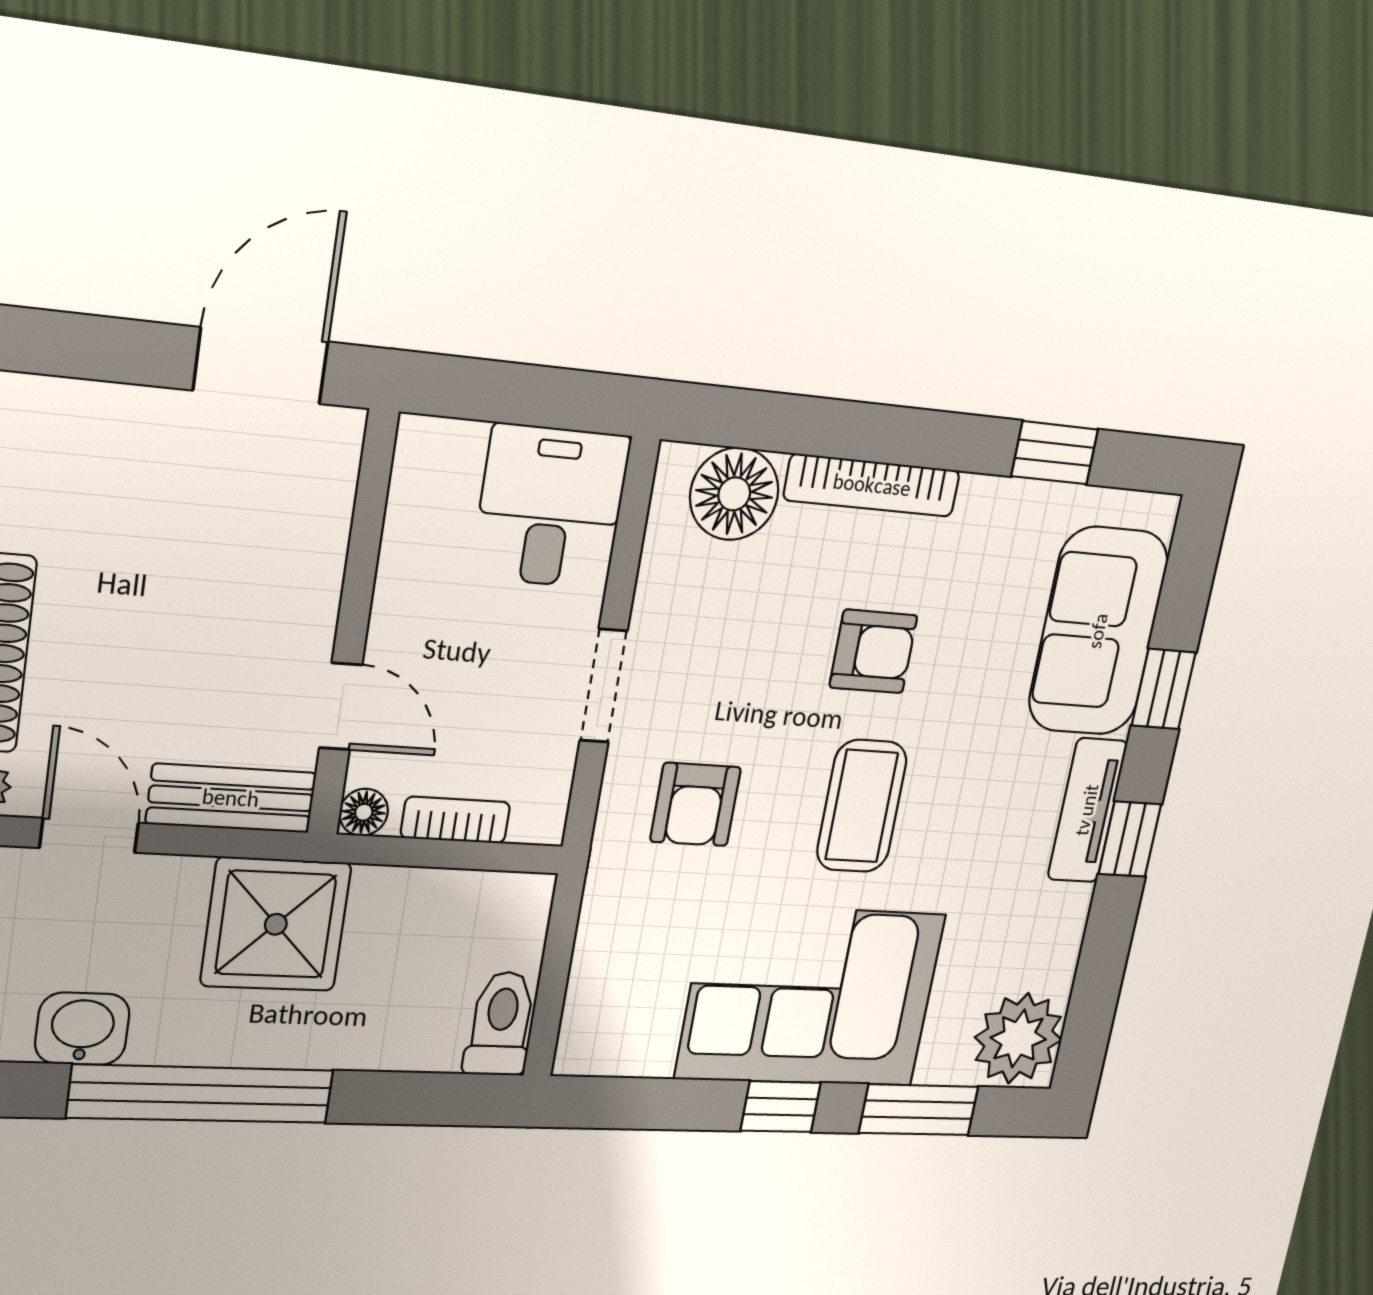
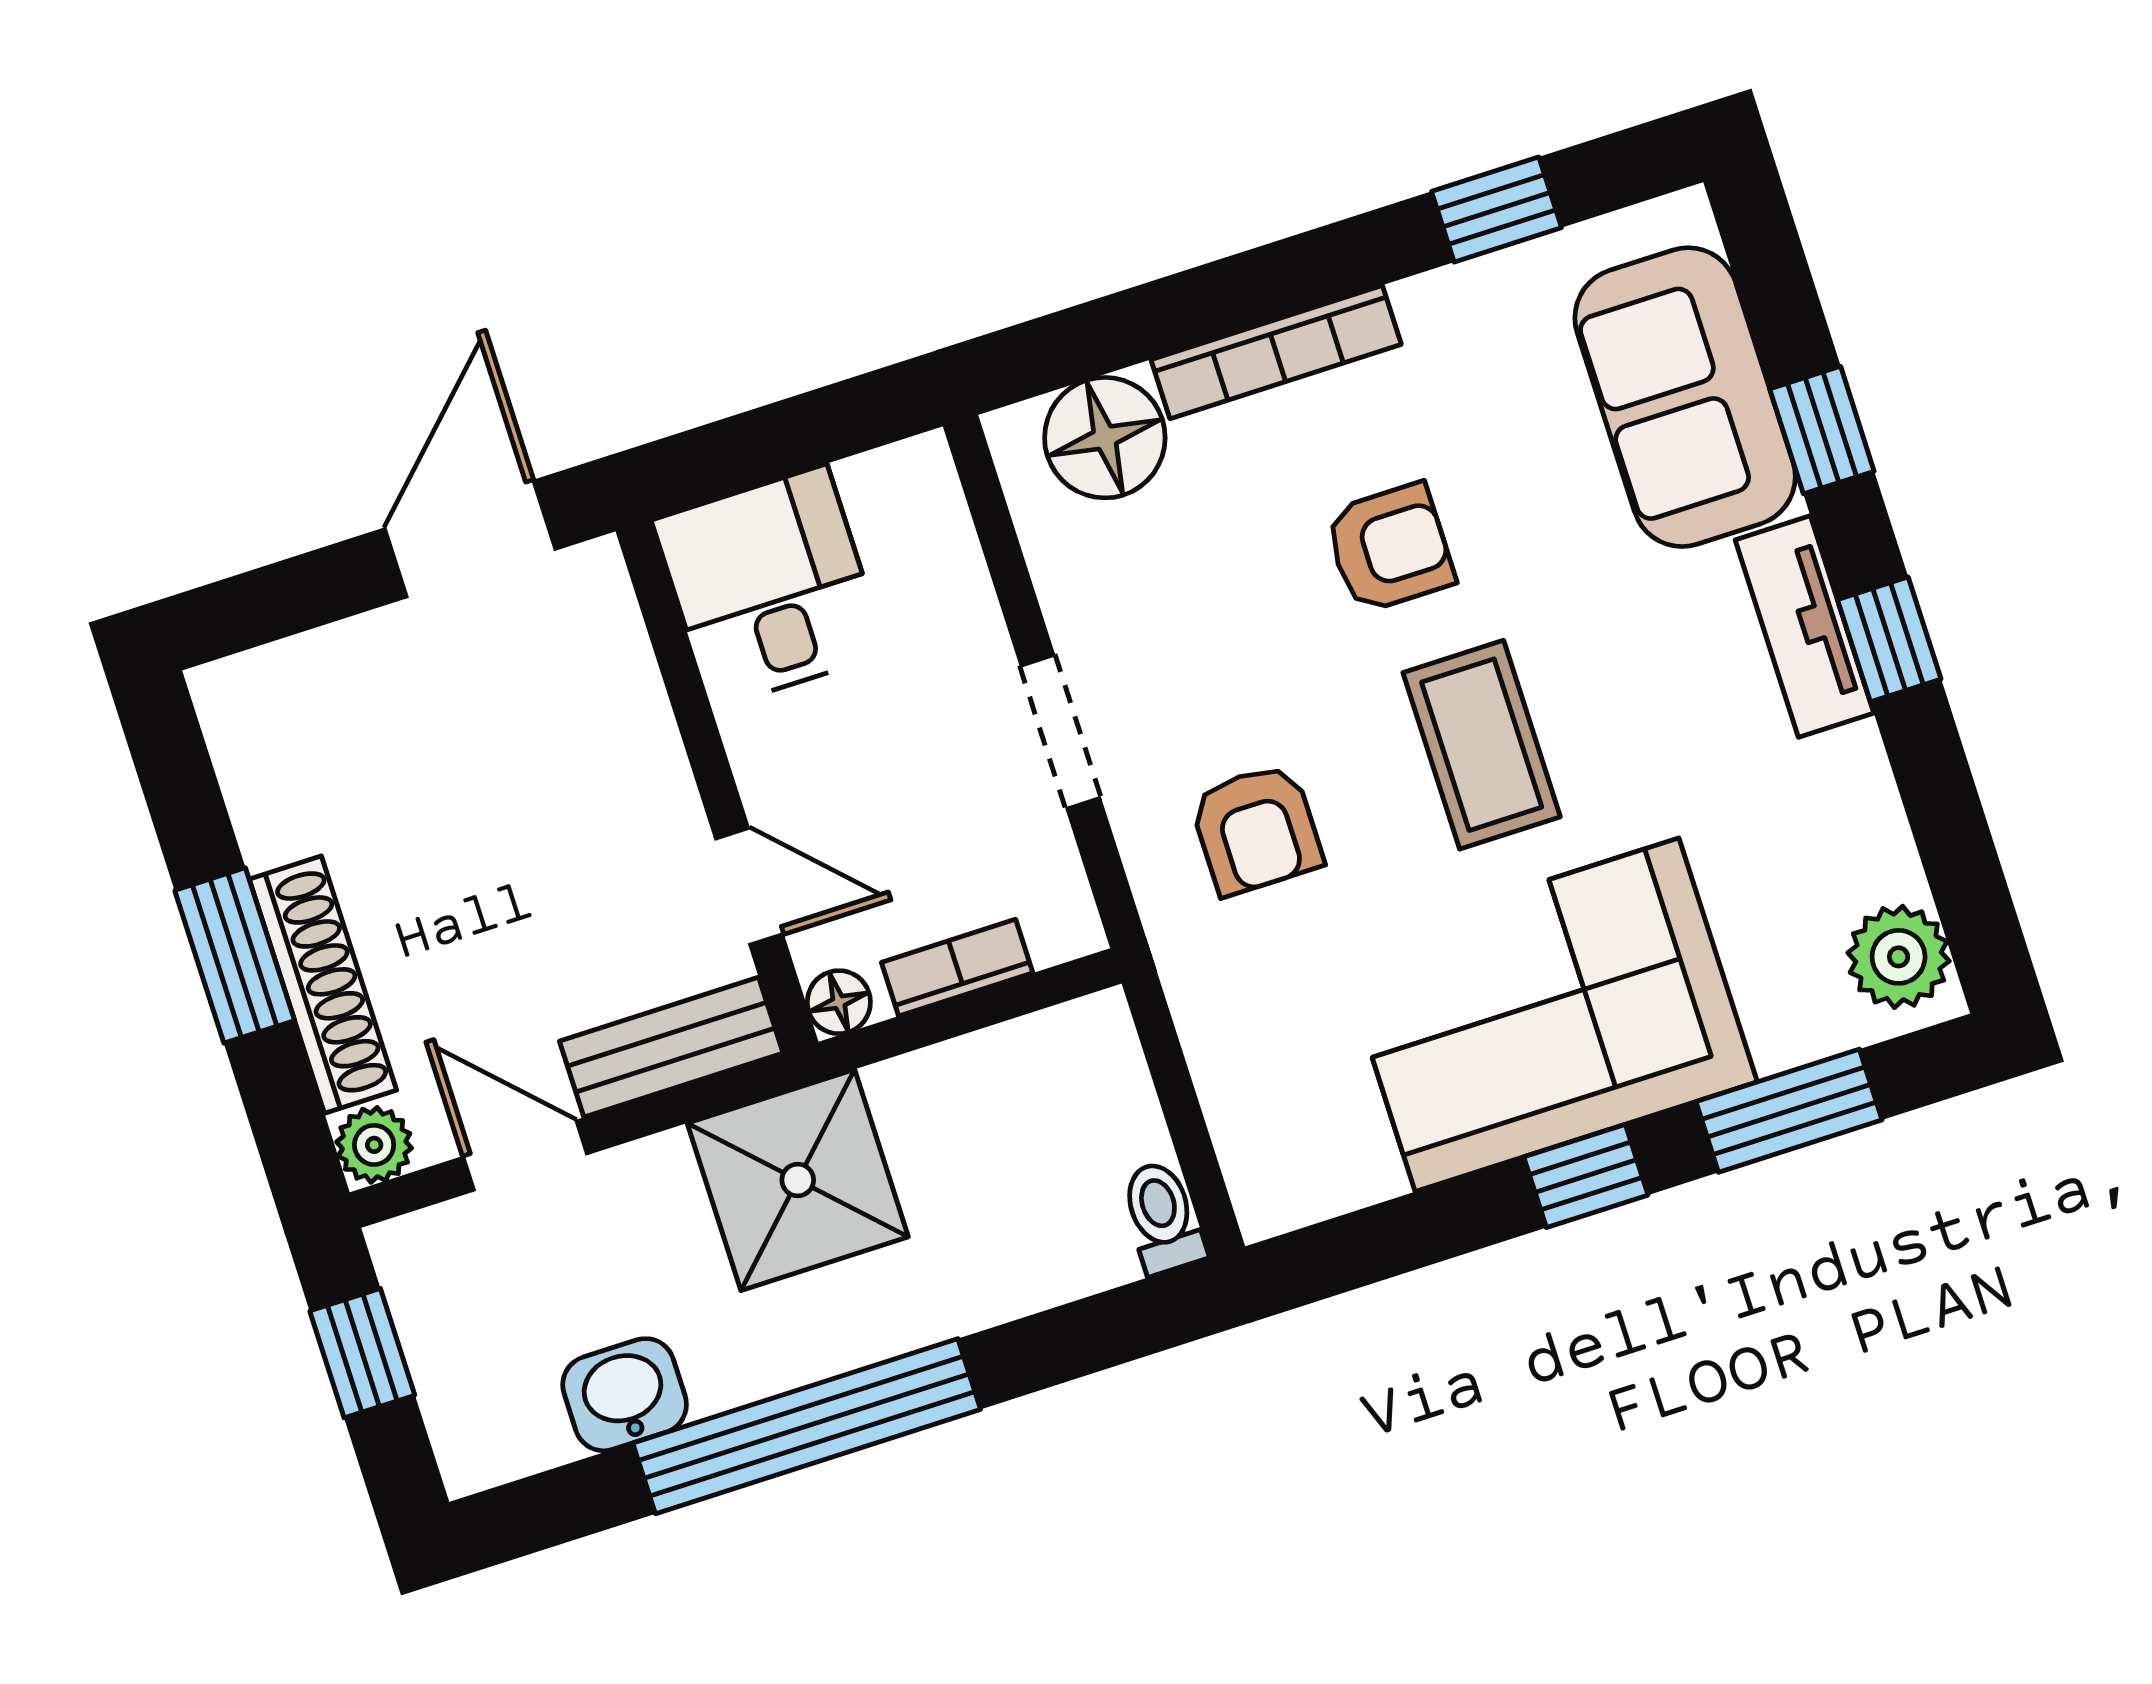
desk: (551, 507) -> (769, 587), moved
toilet: (501, 1024) -> (1163, 1217), width x0.73, depth x0.72
plant: (1018, 1038) -> (1899, 957), width x0.73, depth x0.73

